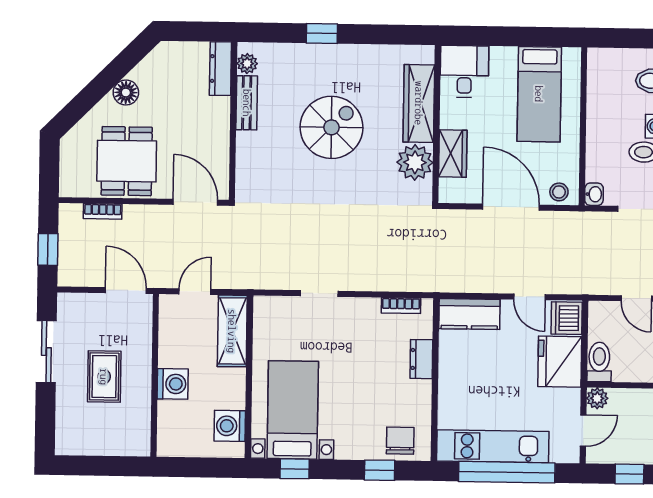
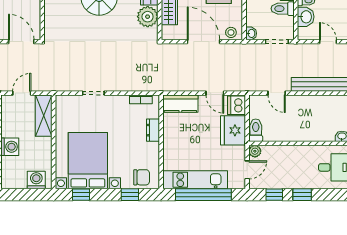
bed with nightstands: (293, 410) -> (88, 161), width x1.36
washing machine: (230, 426) -> (36, 180), moved, turned 90
chair: (400, 441) -> (142, 177), turned 90

